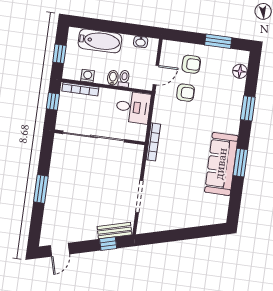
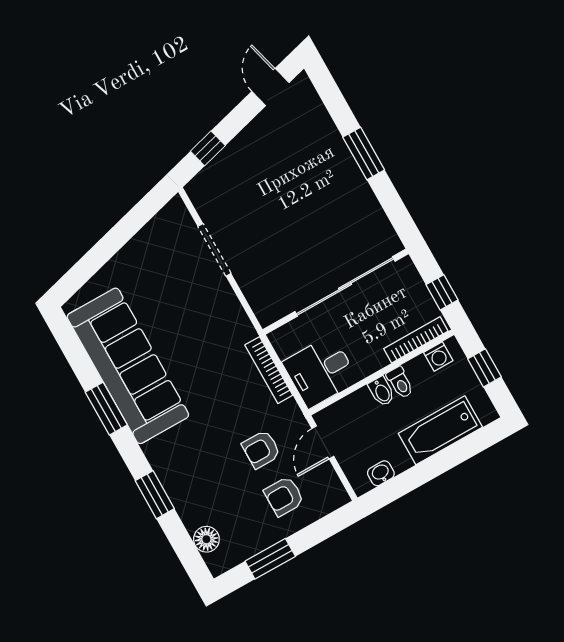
washing machine: (88, 76) -> (438, 356), moved
toilet: (124, 79) -> (400, 383), moved
bookcase: (153, 142) -> (269, 370), moved
sofa: (221, 164) -> (128, 366), width x1.36, depth x1.27
bench: (114, 231) -> (213, 174), removed

